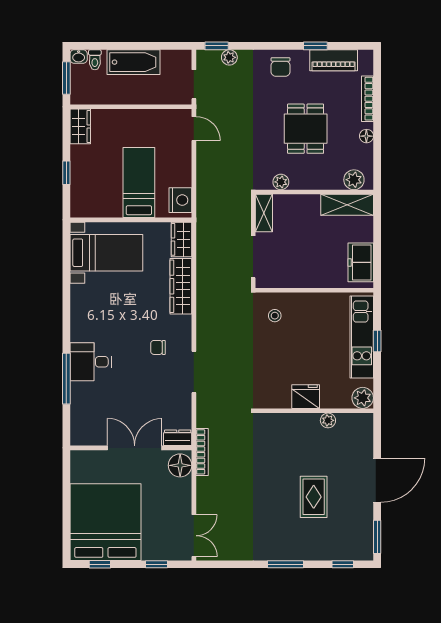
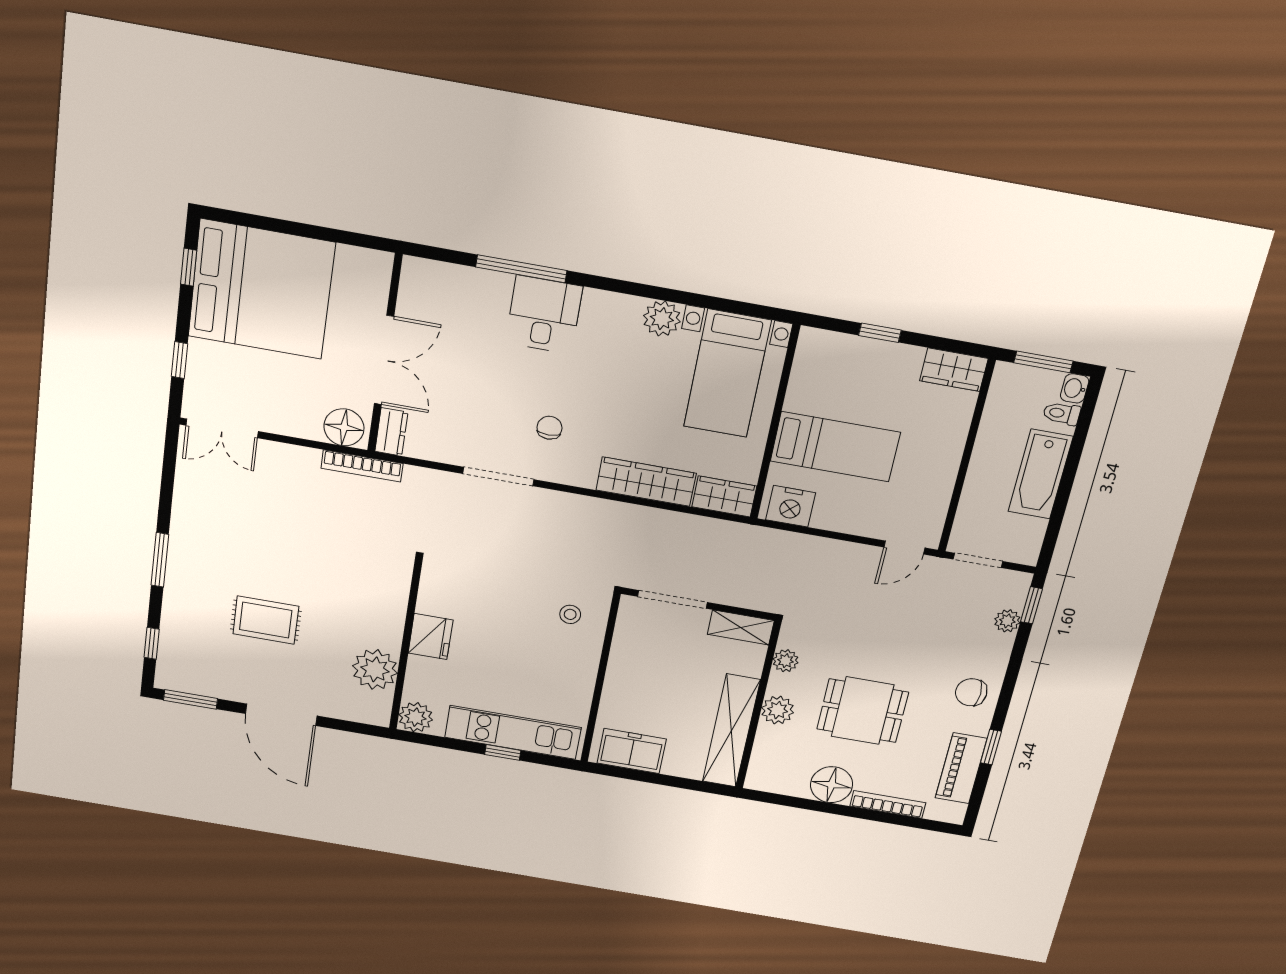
floor lamp: (366, 136) -> (832, 785), width x1.89, depth x1.89
plant: (354, 180) -> (778, 710), moved
shelving: (347, 205) -> (731, 731), width x1.47
plant: (81, 296) -> (662, 319), added
plant: (328, 420) -> (375, 669), width x1.88, depth x1.88

